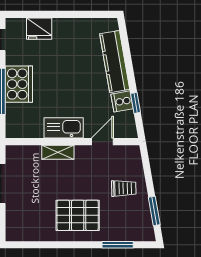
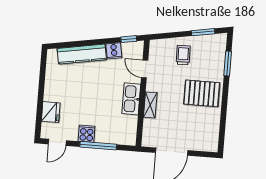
cooker: (19, 84) -> (87, 134), width x0.53, depth x0.76
window: (135, 103) -> (129, 39), moved
pallet: (78, 215) -> (202, 93), turned 90

